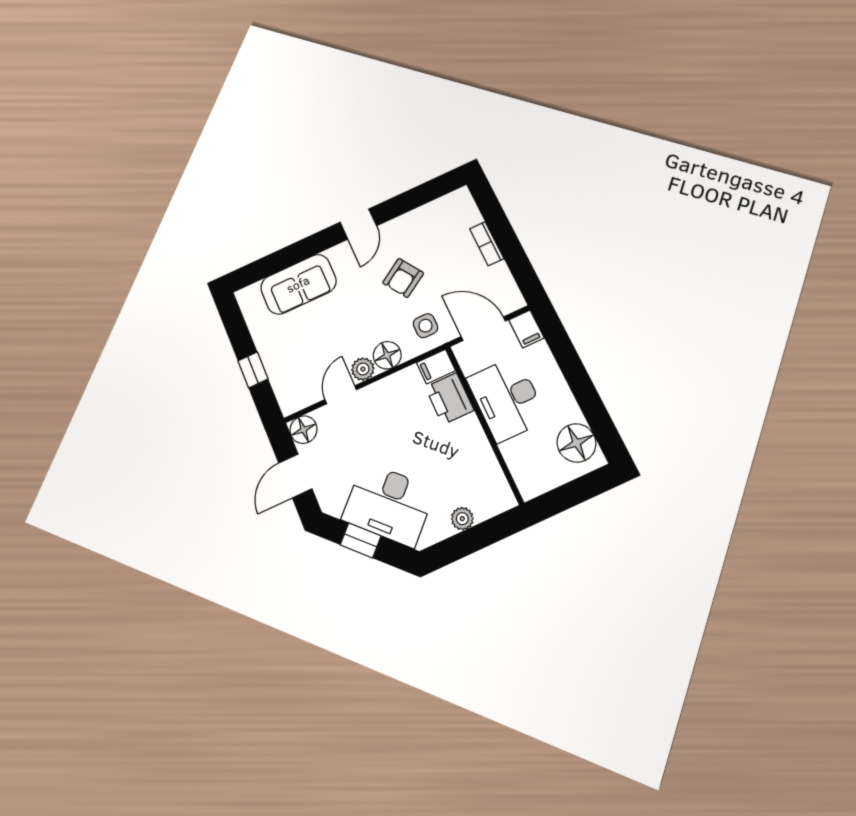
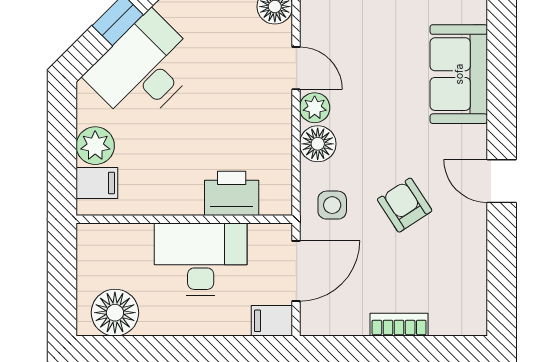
filing cabinet: (436, 367) -> (97, 183), moved, turned 90
plant: (462, 519) -> (95, 146), width x1.38, depth x1.38

